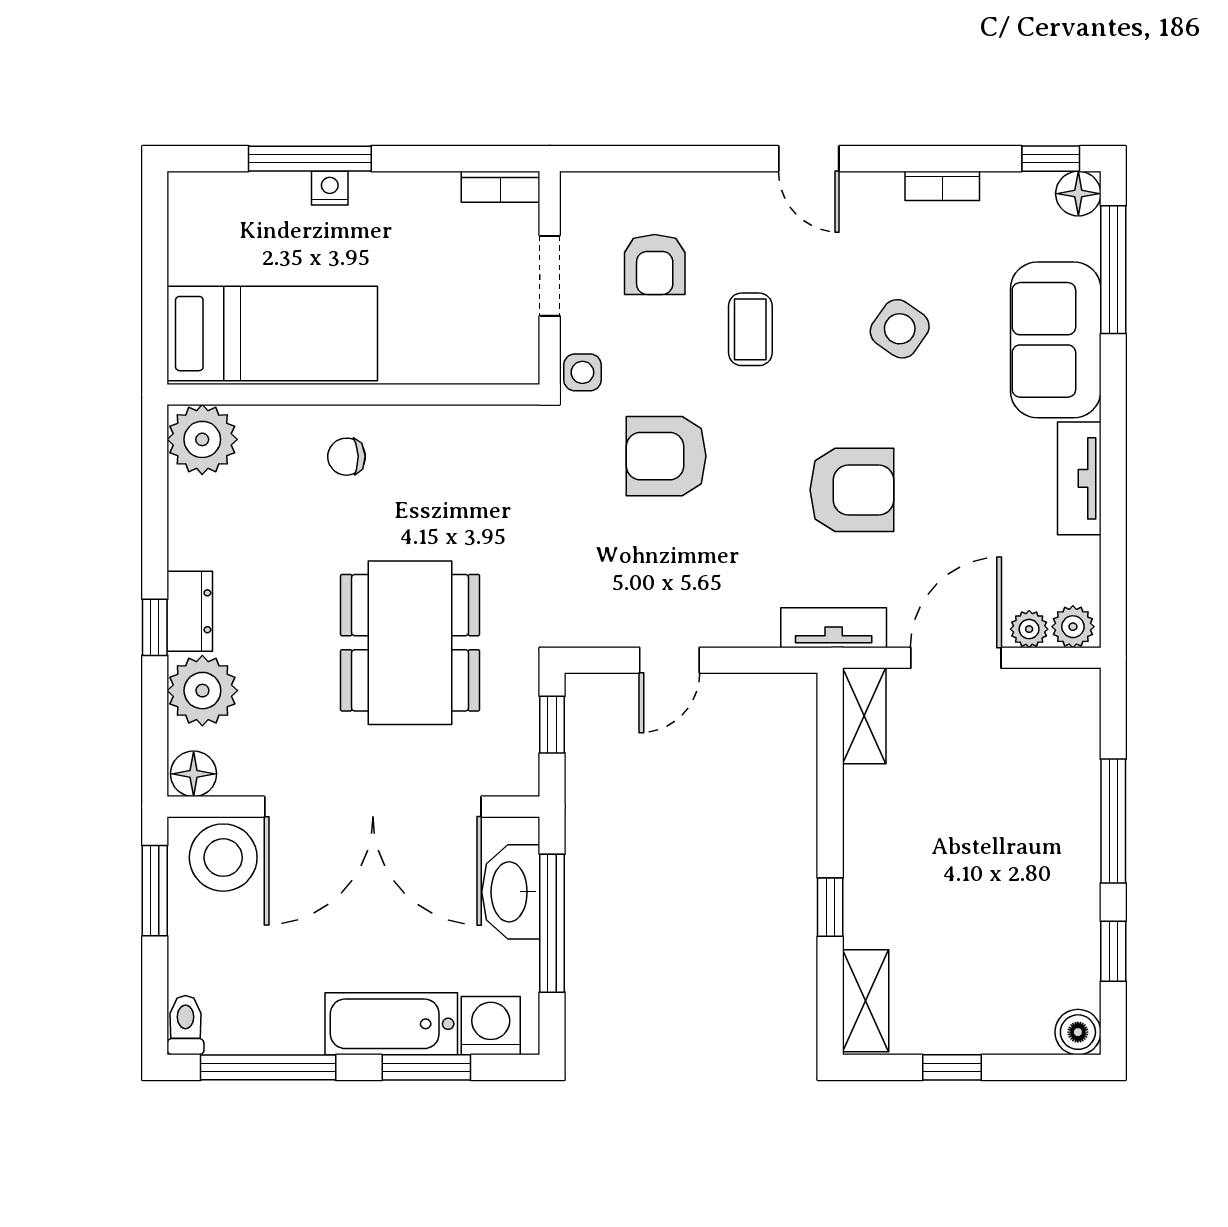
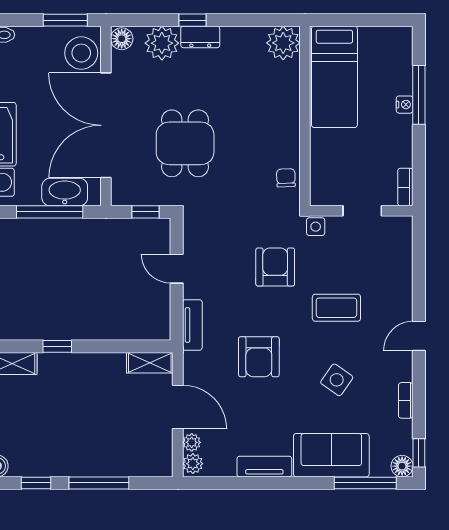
armchair: (655, 265) -> (368, 262), removed
coffee table: (750, 329) -> (336, 308), width x1.36, depth x1.30
chair: (347, 457) -> (286, 178), moved
tv unit: (834, 628) -> (192, 325), moved
dining table: (410, 643) -> (185, 143), width x0.73

